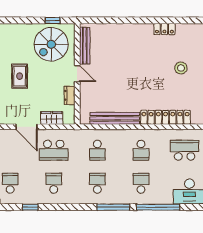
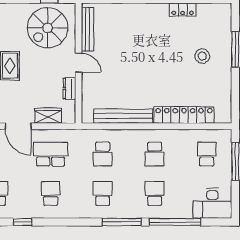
school desk: (54, 150) -> (51, 154), turned 180
school desk: (185, 150) -> (207, 154), width x0.54

